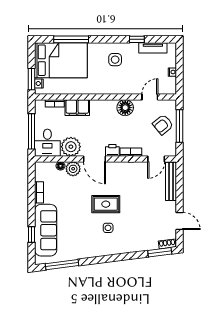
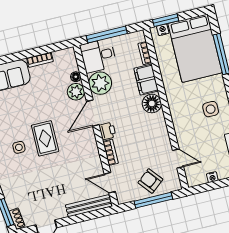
floor lamp: (125, 108) -> (152, 104), moved

